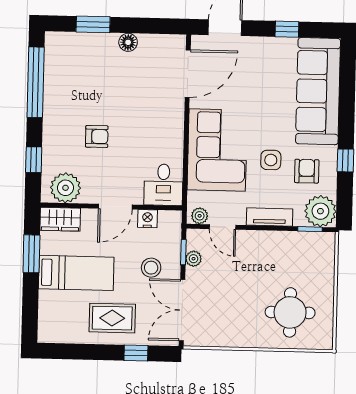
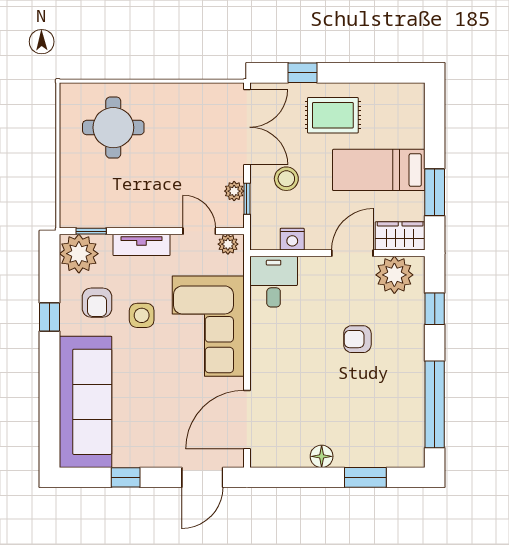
door: (115, 207) -> (352, 253), moved

